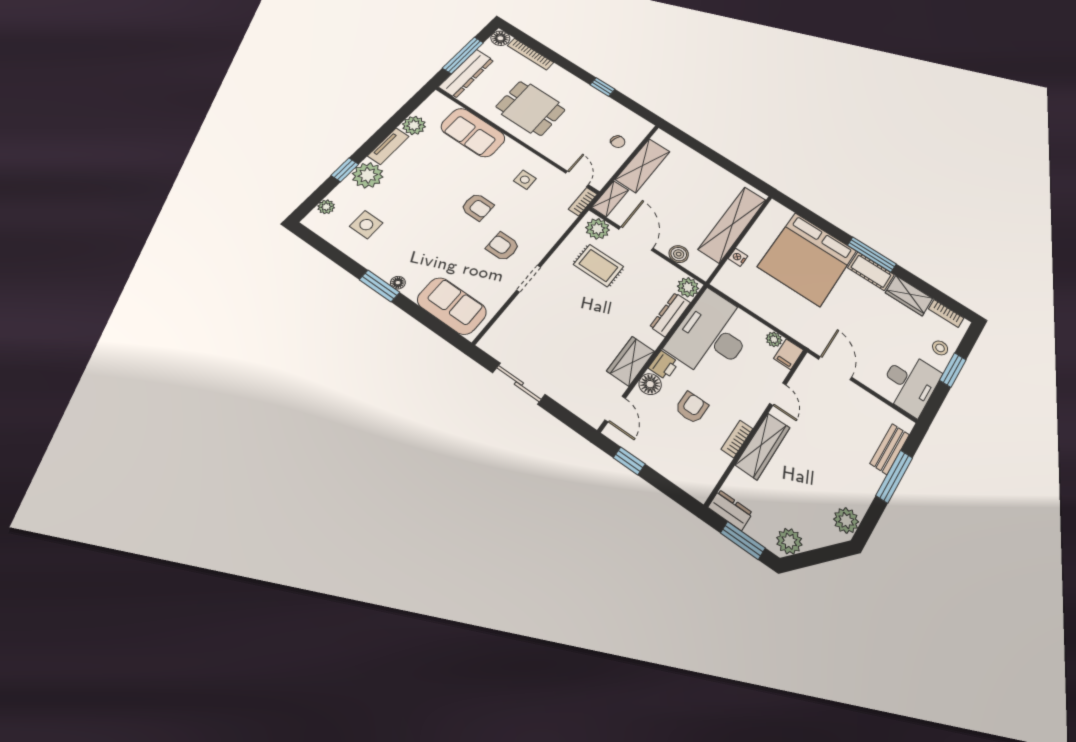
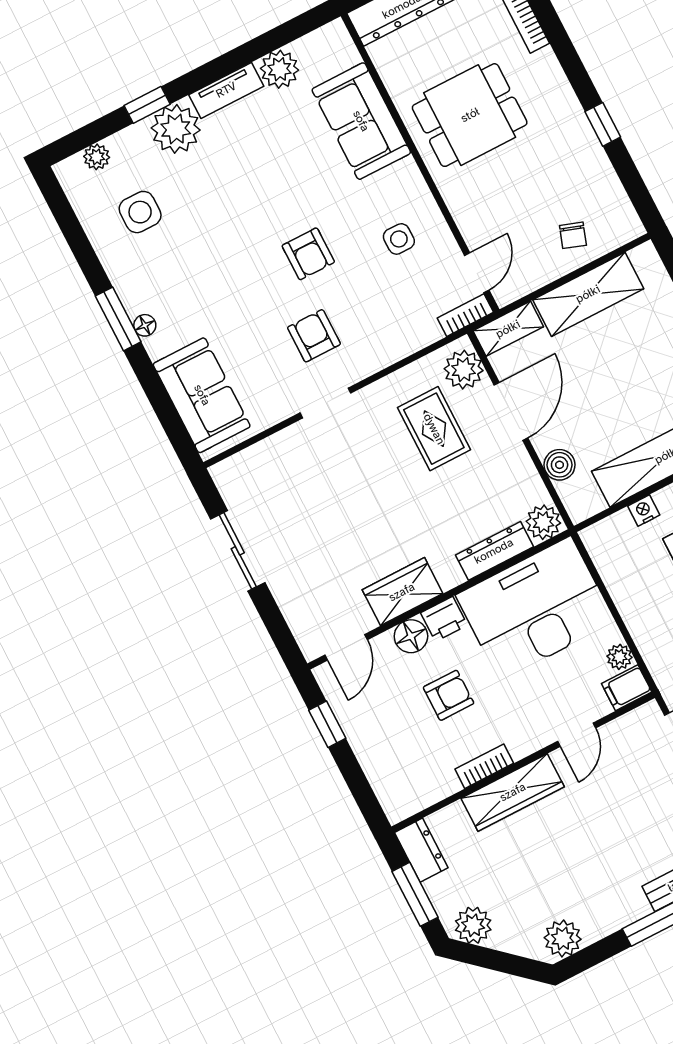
dining table: (530, 108) -> (470, 115), turned 90

